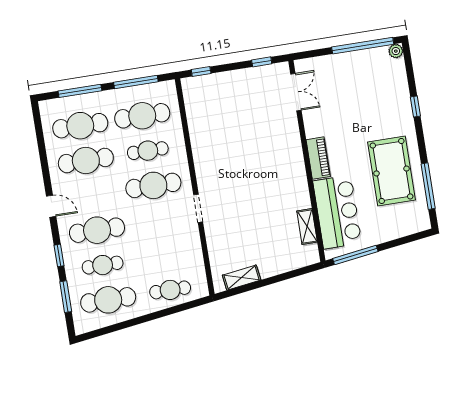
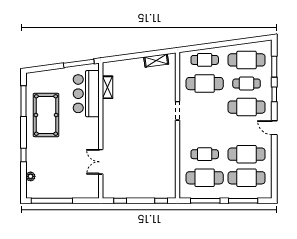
plant: (396, 51) -> (31, 176), moved
double door: (296, 92) -> (101, 162), moved
piano: (318, 158) -> (93, 131), removed
cafe table: (153, 185) -> (205, 84), moved

